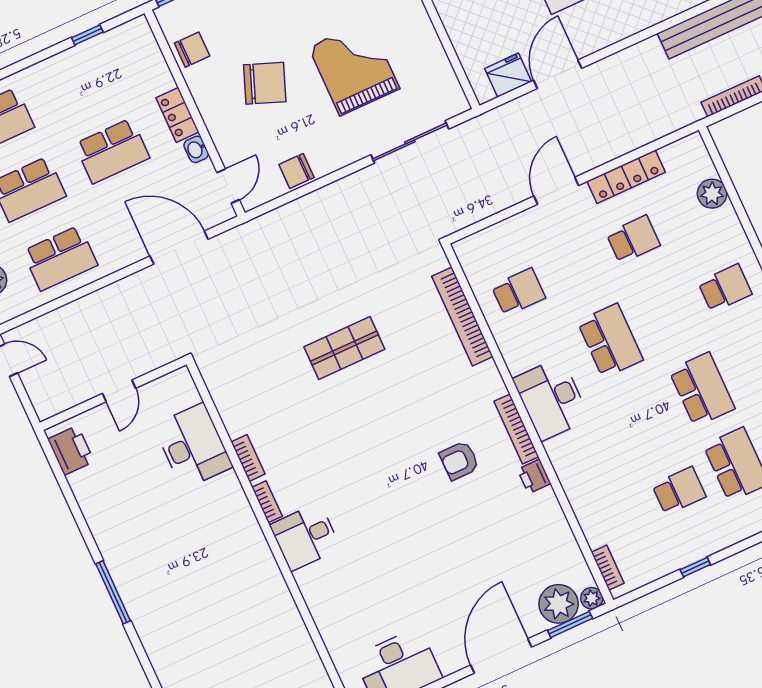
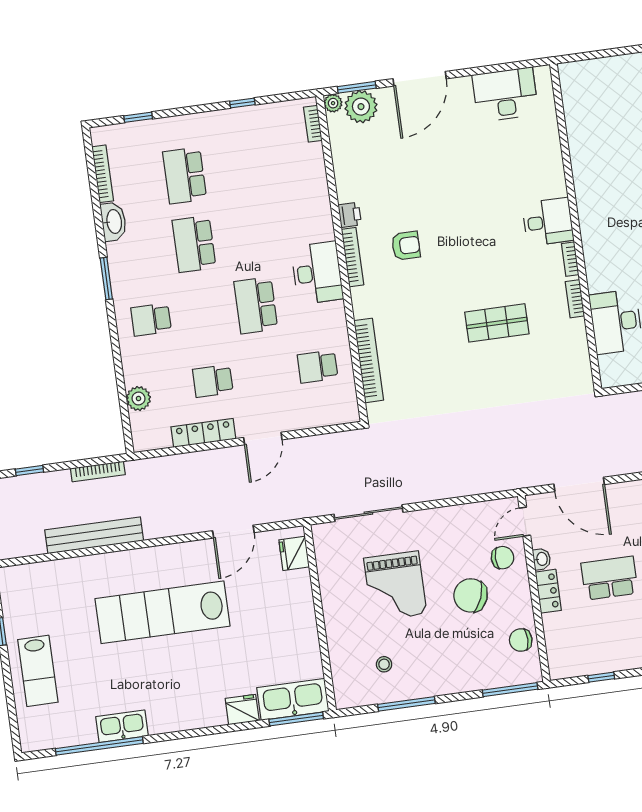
fridge: (508, 75) -> (294, 553), moved, turned 90
chair: (296, 171) -> (503, 558), moved
shop shelf: (344, 348) -> (497, 323), moved
school desk: (679, 491) -> (237, 168), removed

